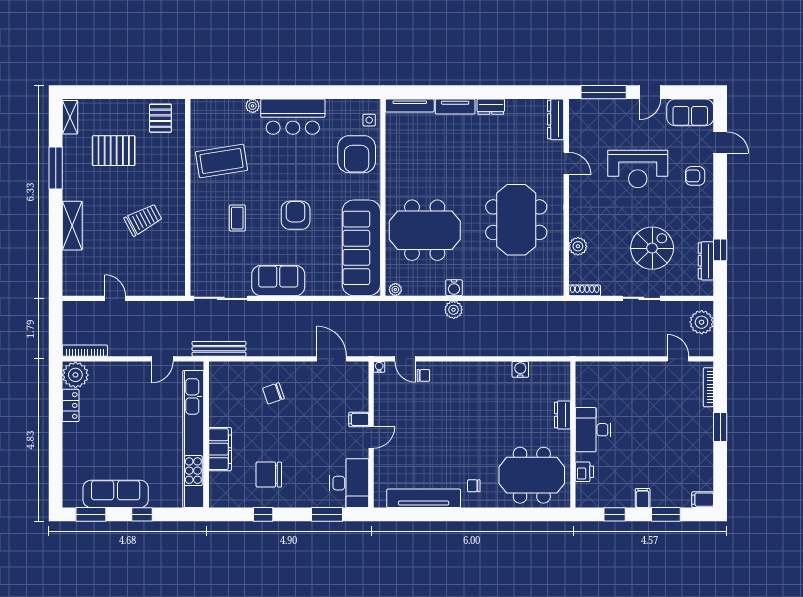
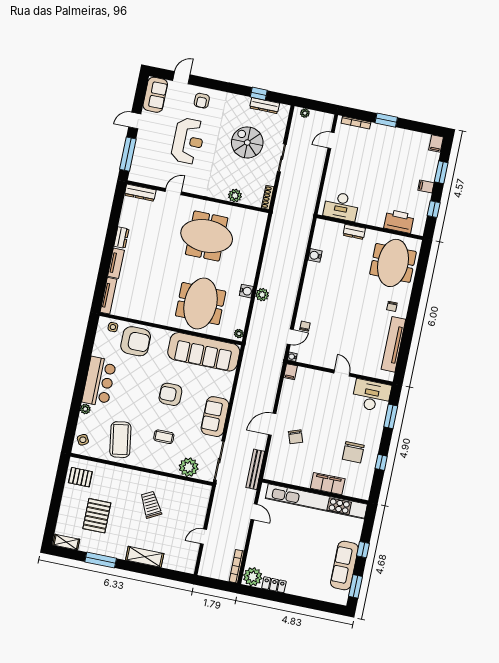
door: (650, 92) -> (135, 121), swing flipped
side table: (211, 111) -> (83, 440), added
plant: (204, 260) -> (189, 467), added
plant: (702, 322) -> (305, 113), width x0.53, depth x0.53
door: (332, 359) -> (272, 424), moved
filing cabinet: (359, 419) -> (290, 372), moved
desk: (593, 430) -> (341, 206), moved
printer: (584, 472) -> (399, 221), width x1.87, depth x1.48

